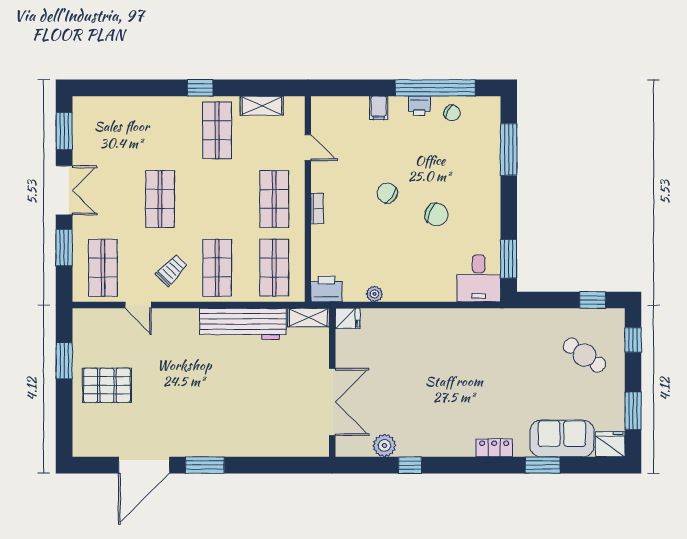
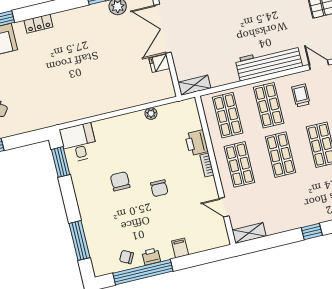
shelving: (262, 106) -> (249, 233), moved
shop shelf: (217, 130) -> (280, 155), moved
chair: (387, 193) -> (159, 188), turned 55
chair: (437, 214) -> (120, 181), turned 66
trolley: (172, 270) -> (301, 95), turned 136
printer: (326, 289) -> (197, 143), moved, turned 90
fridge: (348, 318) -> (159, 63), moved
workbench: (243, 324) -> (269, 63), moved

